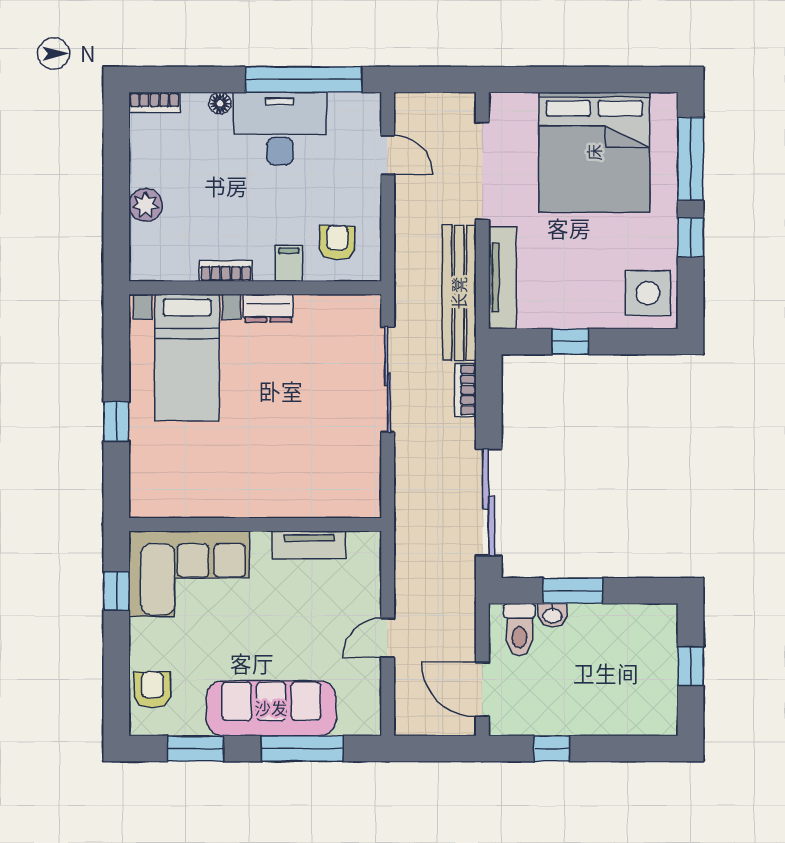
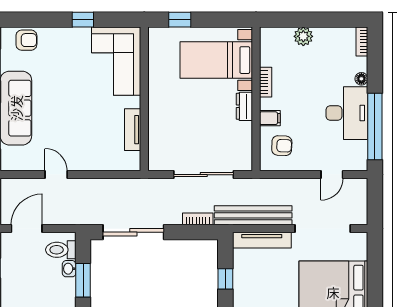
wall: (255, 524) -> (144, 99), moved
tv unit: (309, 545) -> (133, 130), moved
corner sofa: (189, 574) -> (116, 61), moved

